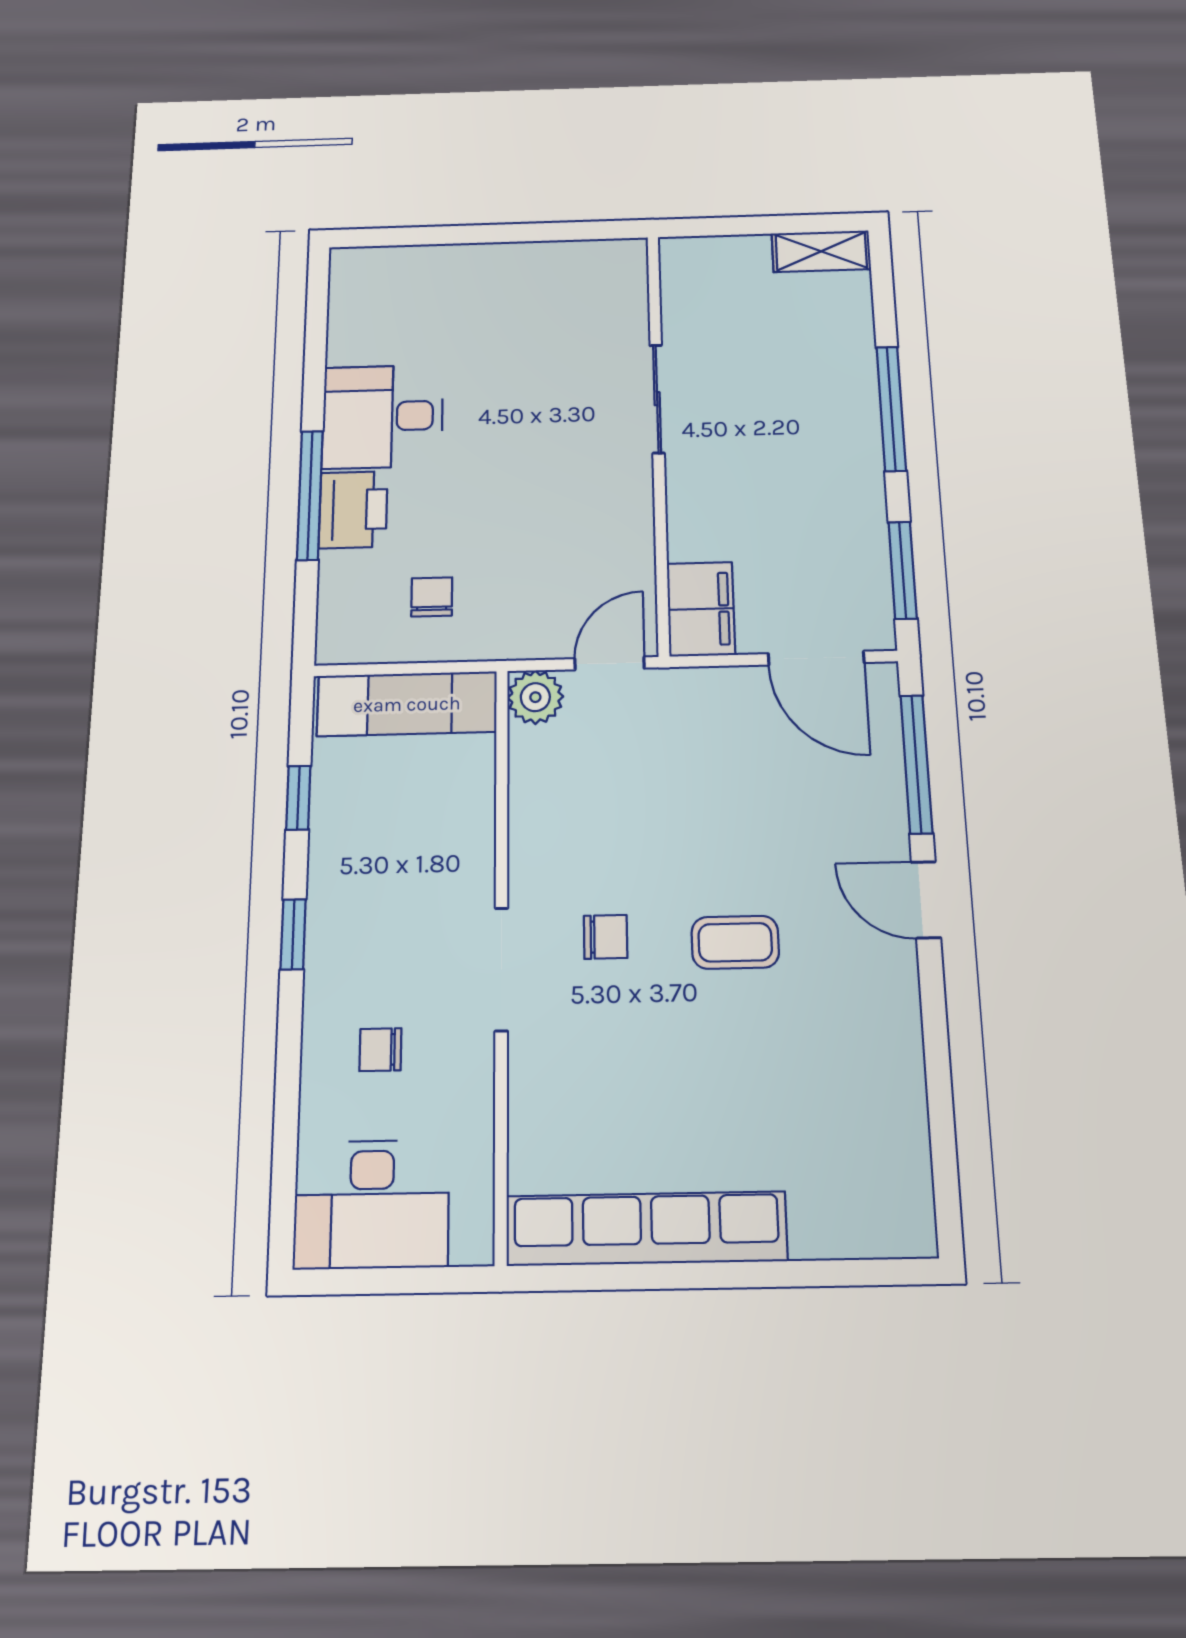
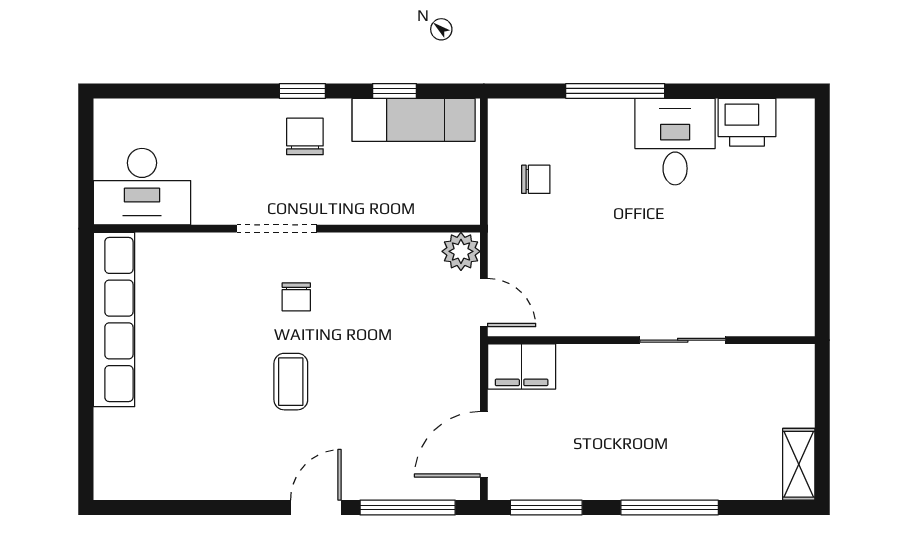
printer: (353, 510) -> (747, 122), moved
exam couch: (407, 704) -> (414, 120), moved, turned -90
chair: (380, 1050) -> (305, 136), moved, width x1.37, depth x1.37
desk: (372, 1204) -> (142, 187), moved, turned -90

